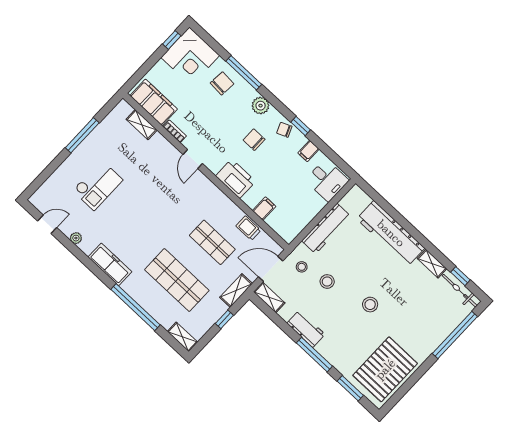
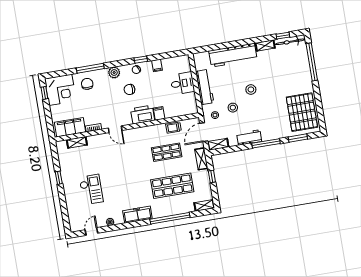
window: (82, 135) -> (59, 178), width x0.46
desk: (327, 180) -> (182, 83), moved
filing cabinet: (264, 209) -> (159, 113), moved
stool: (370, 305) -> (251, 90), moved

